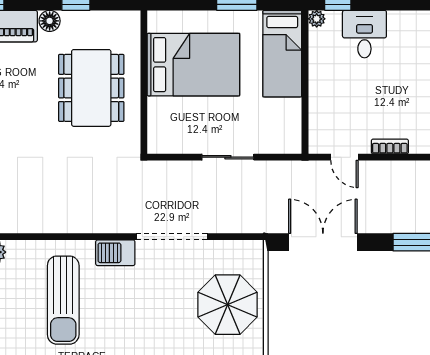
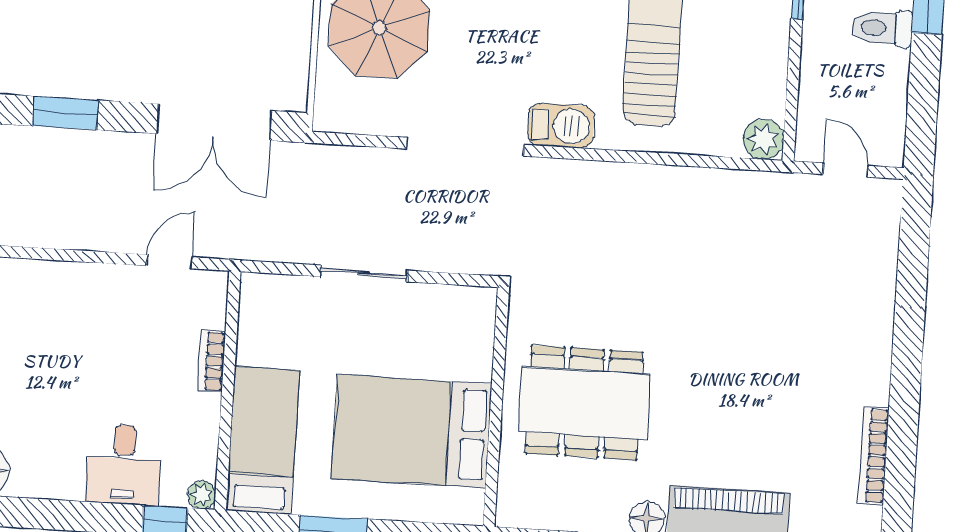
dining table: (91, 88) -> (584, 403), turned 90
bookcase: (390, 146) -> (212, 361), moved, turned 90
door: (344, 157) -> (170, 262), hinge flipped

